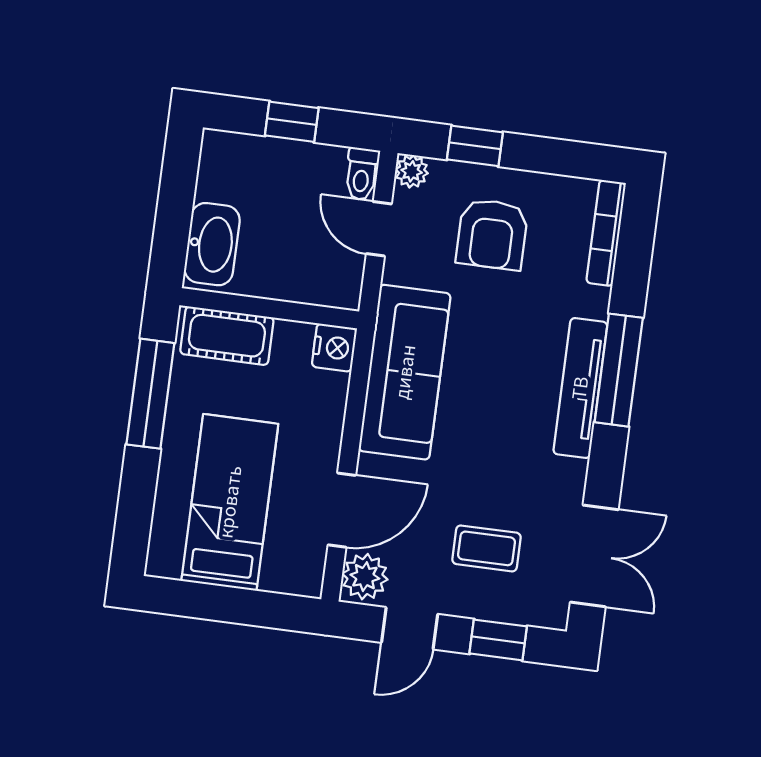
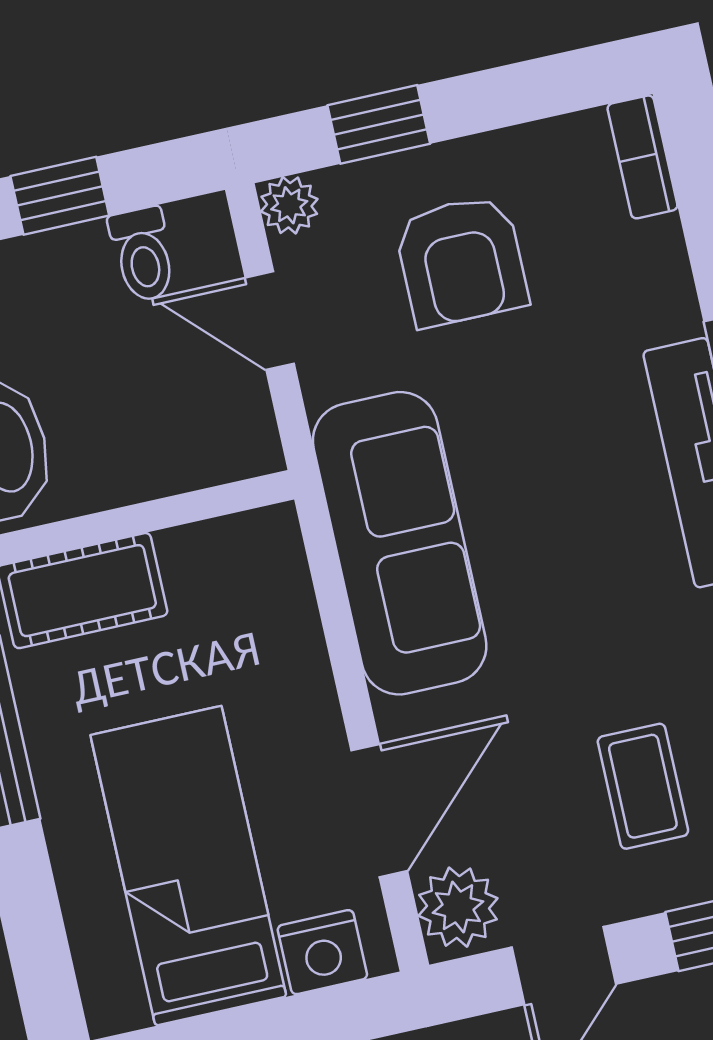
toilet: (362, 174) -> (143, 254), moved
bookcase: (606, 233) -> (642, 157), width x0.64
nightstand: (334, 348) -> (322, 952), moved, turned 90
coffee table: (487, 548) -> (643, 786), turned 90

